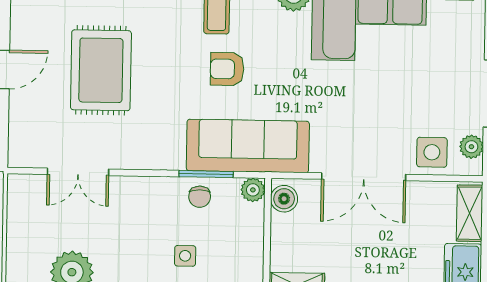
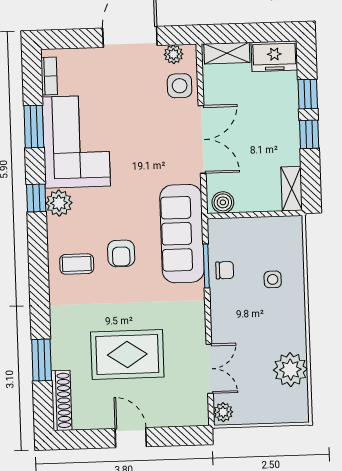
plant: (253, 190) -> (223, 412), moved

